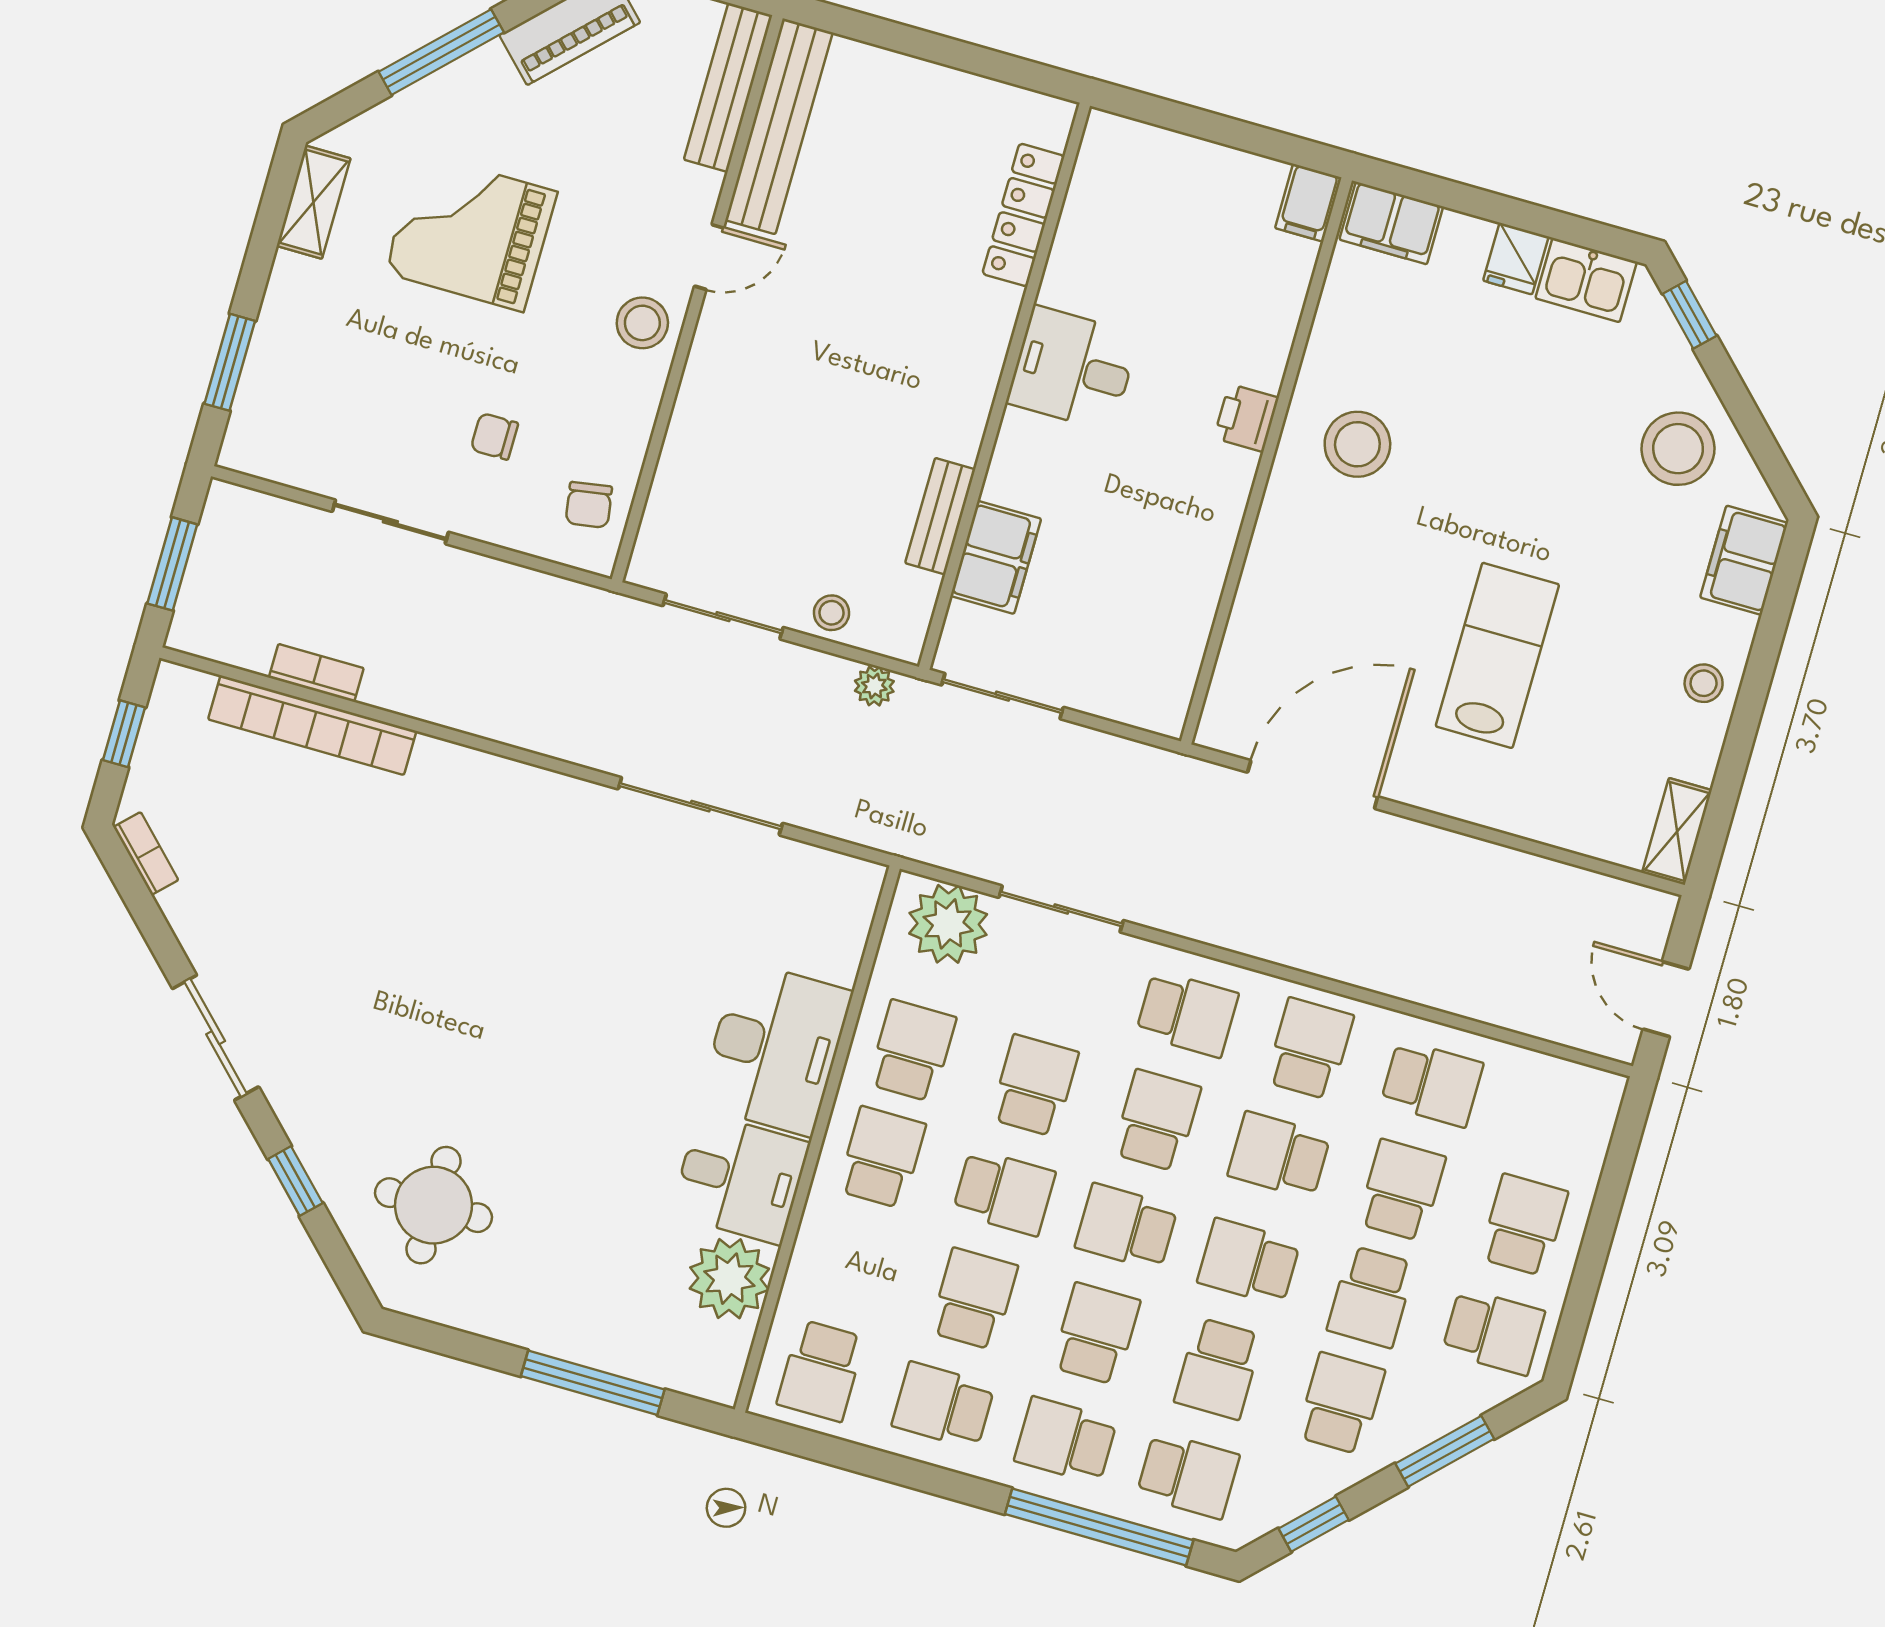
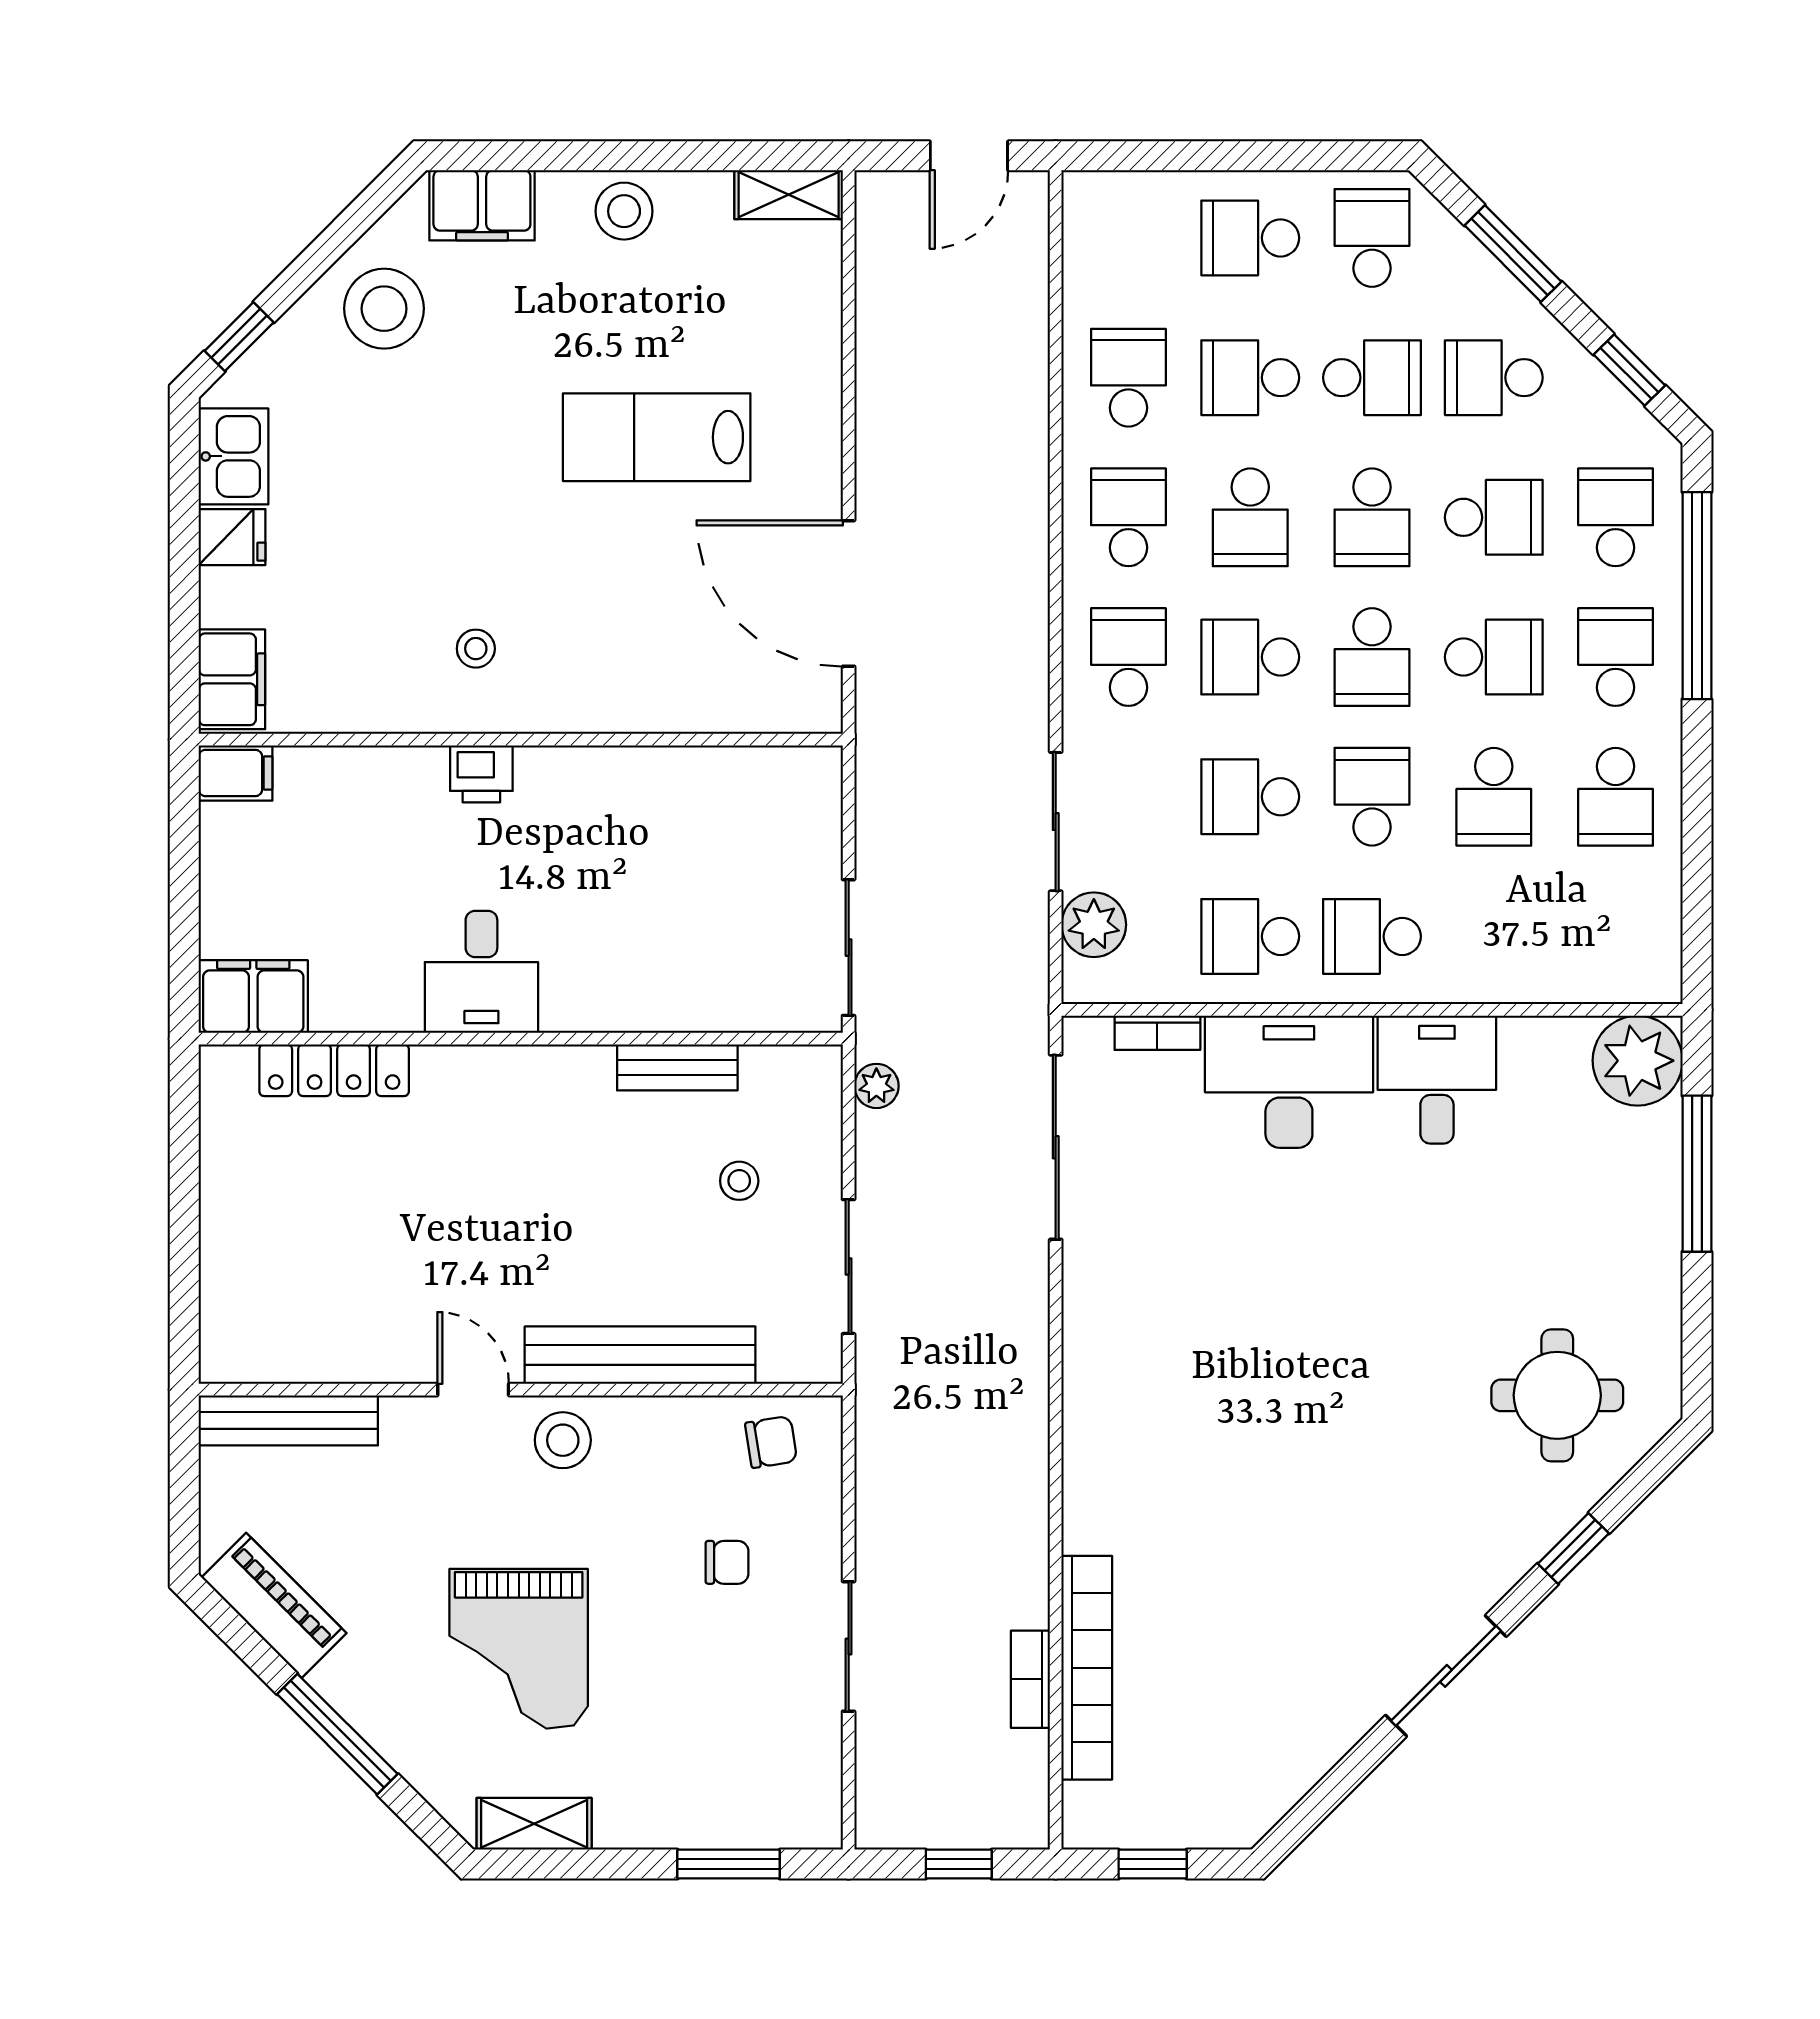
bench: (779, 126) -> (640, 1355), moved
chair: (494, 436) -> (727, 1562), turned -90
stool: (1357, 444) -> (476, 649), width x0.53, depth x0.53
filing cabinet: (996, 557) -> (253, 997), moved
window: (172, 564) -> (959, 1864), width x0.67
stool: (832, 613) -> (739, 1181), moved
stool: (1704, 683) -> (624, 211), width x1.37, depth x1.37
sliding door: (700, 806) -> (1056, 1147), moved
bookcase: (146, 853) -> (1157, 1033), moved, turned -135
plant: (948, 924) -> (1094, 925), width x0.73, depth x0.73
school desk: (1309, 1049) -> (1128, 517), turned 90
plant: (729, 1279) -> (1638, 1061), moved
school desk: (974, 1299) -> (1494, 797), turned -90
school desk: (1096, 1334) -> (1494, 657), turned 180
school desk: (821, 1371) -> (1616, 936), removed
school desk: (1066, 1440) -> (1616, 657), turned 180

